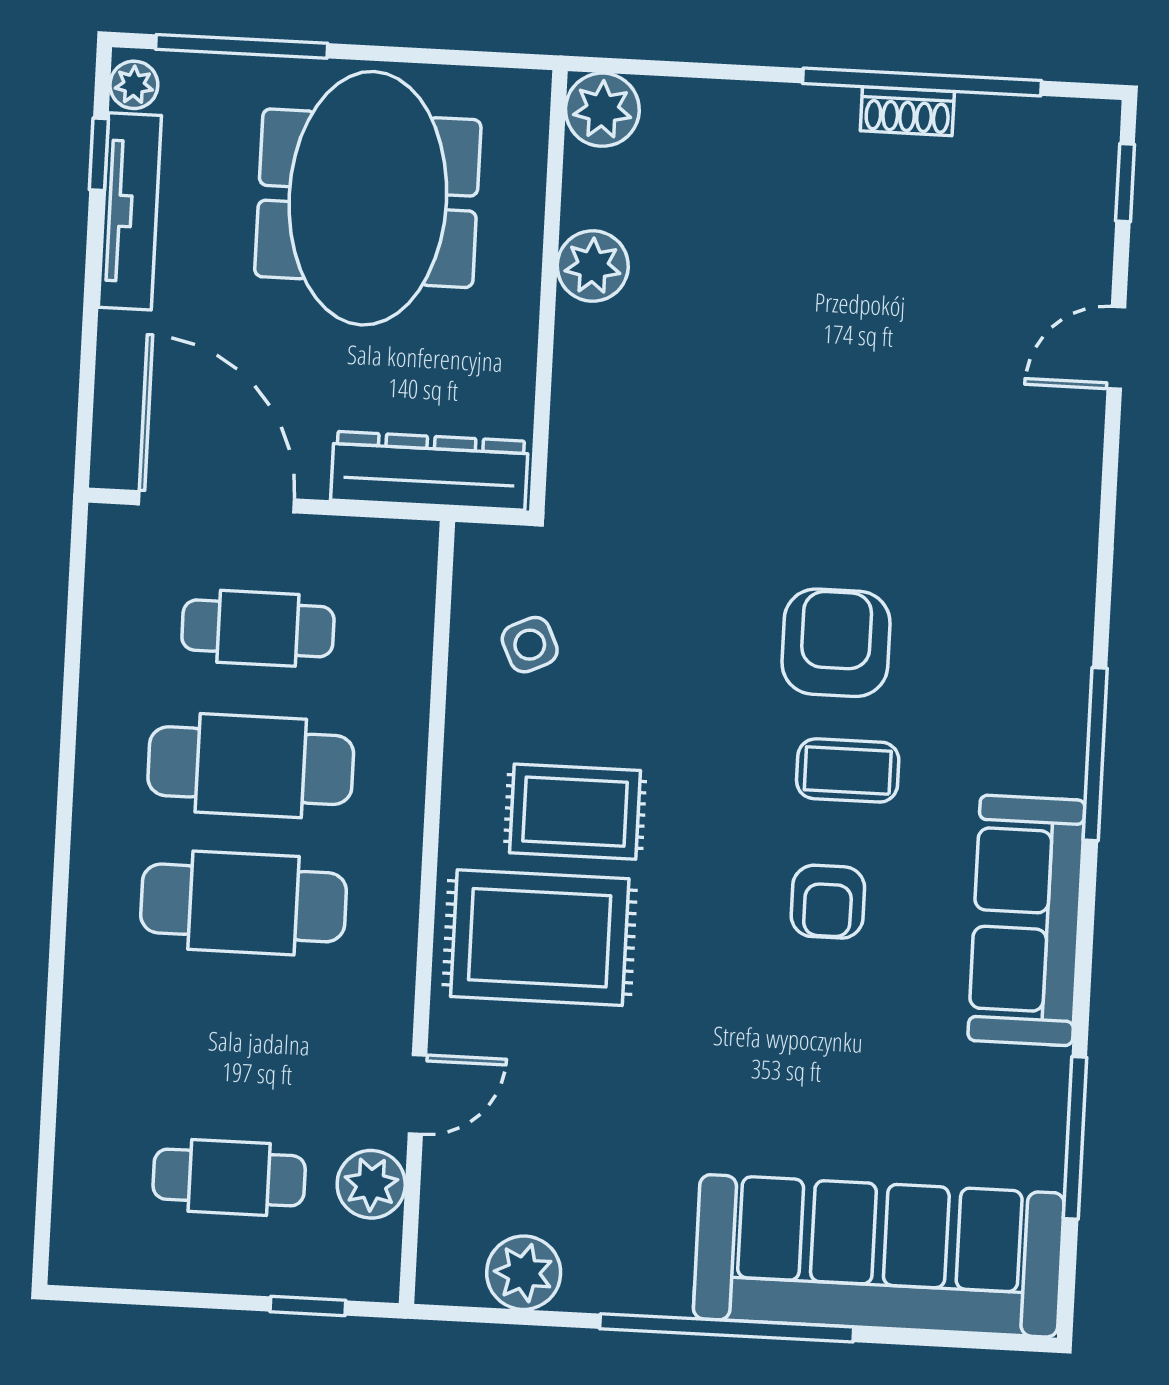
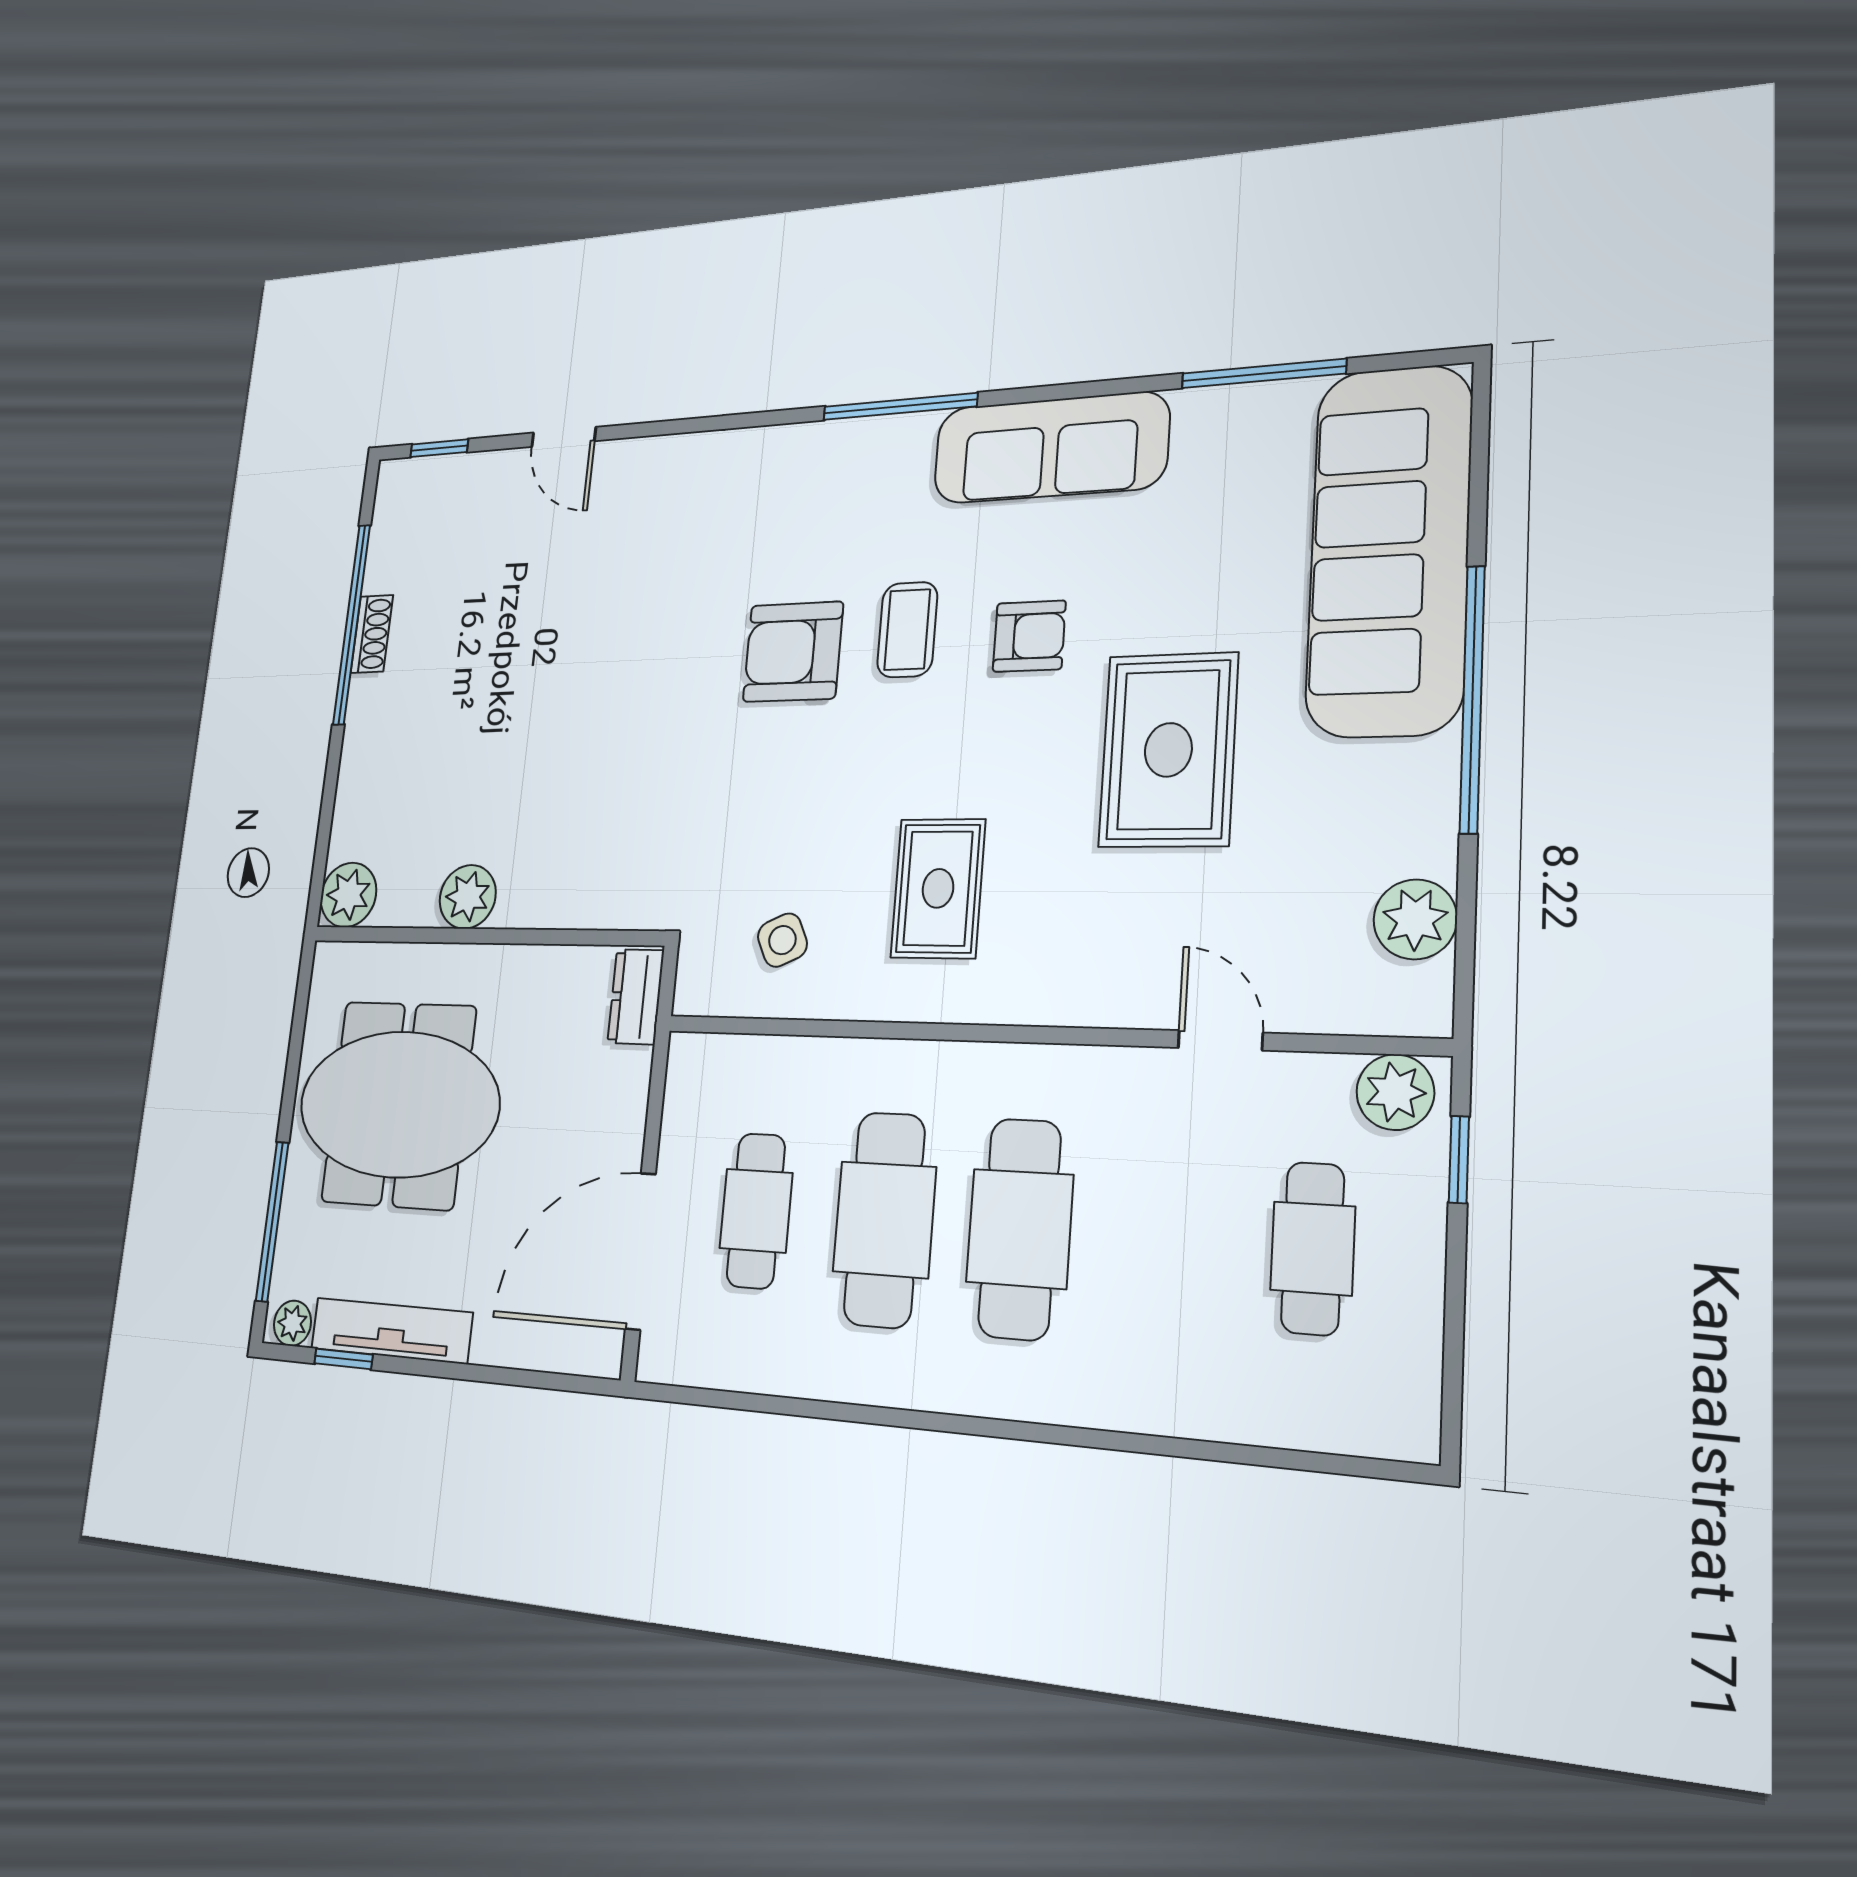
dresser: (429, 471) -> (636, 997), width x0.51, depth x0.80
rug: (540, 938) -> (1168, 750), moved
plant: (371, 1184) -> (1395, 1092), moved

